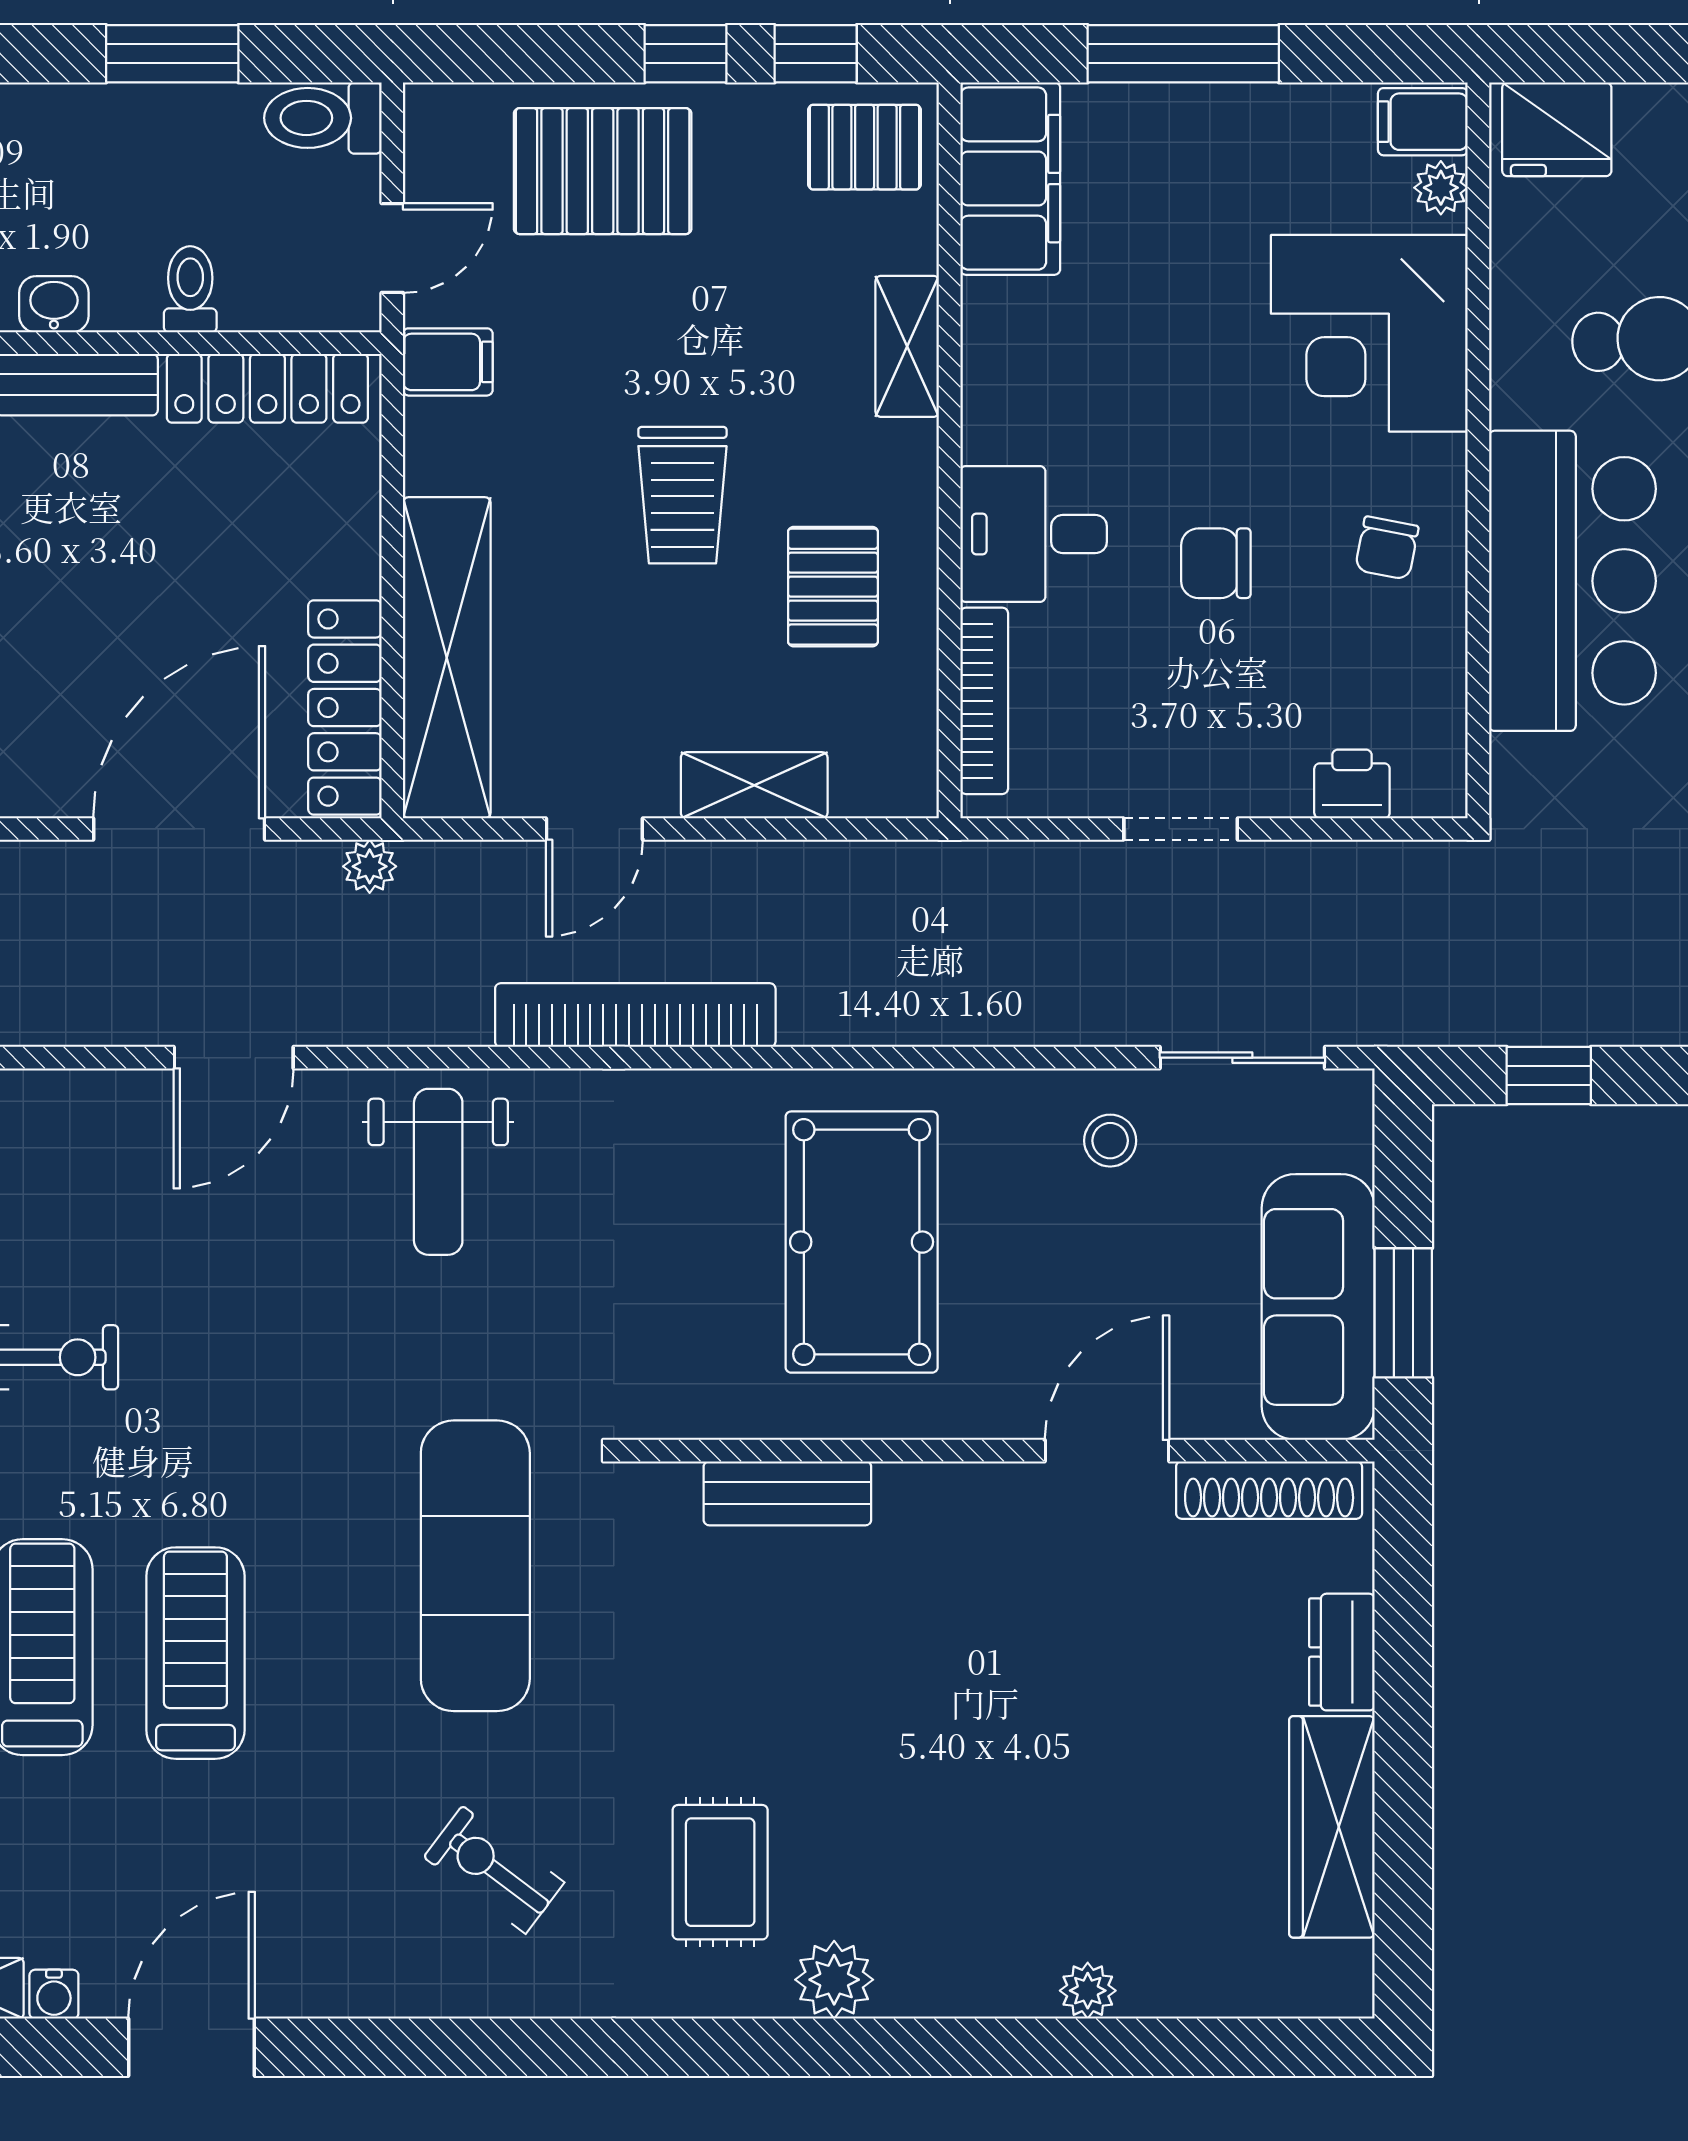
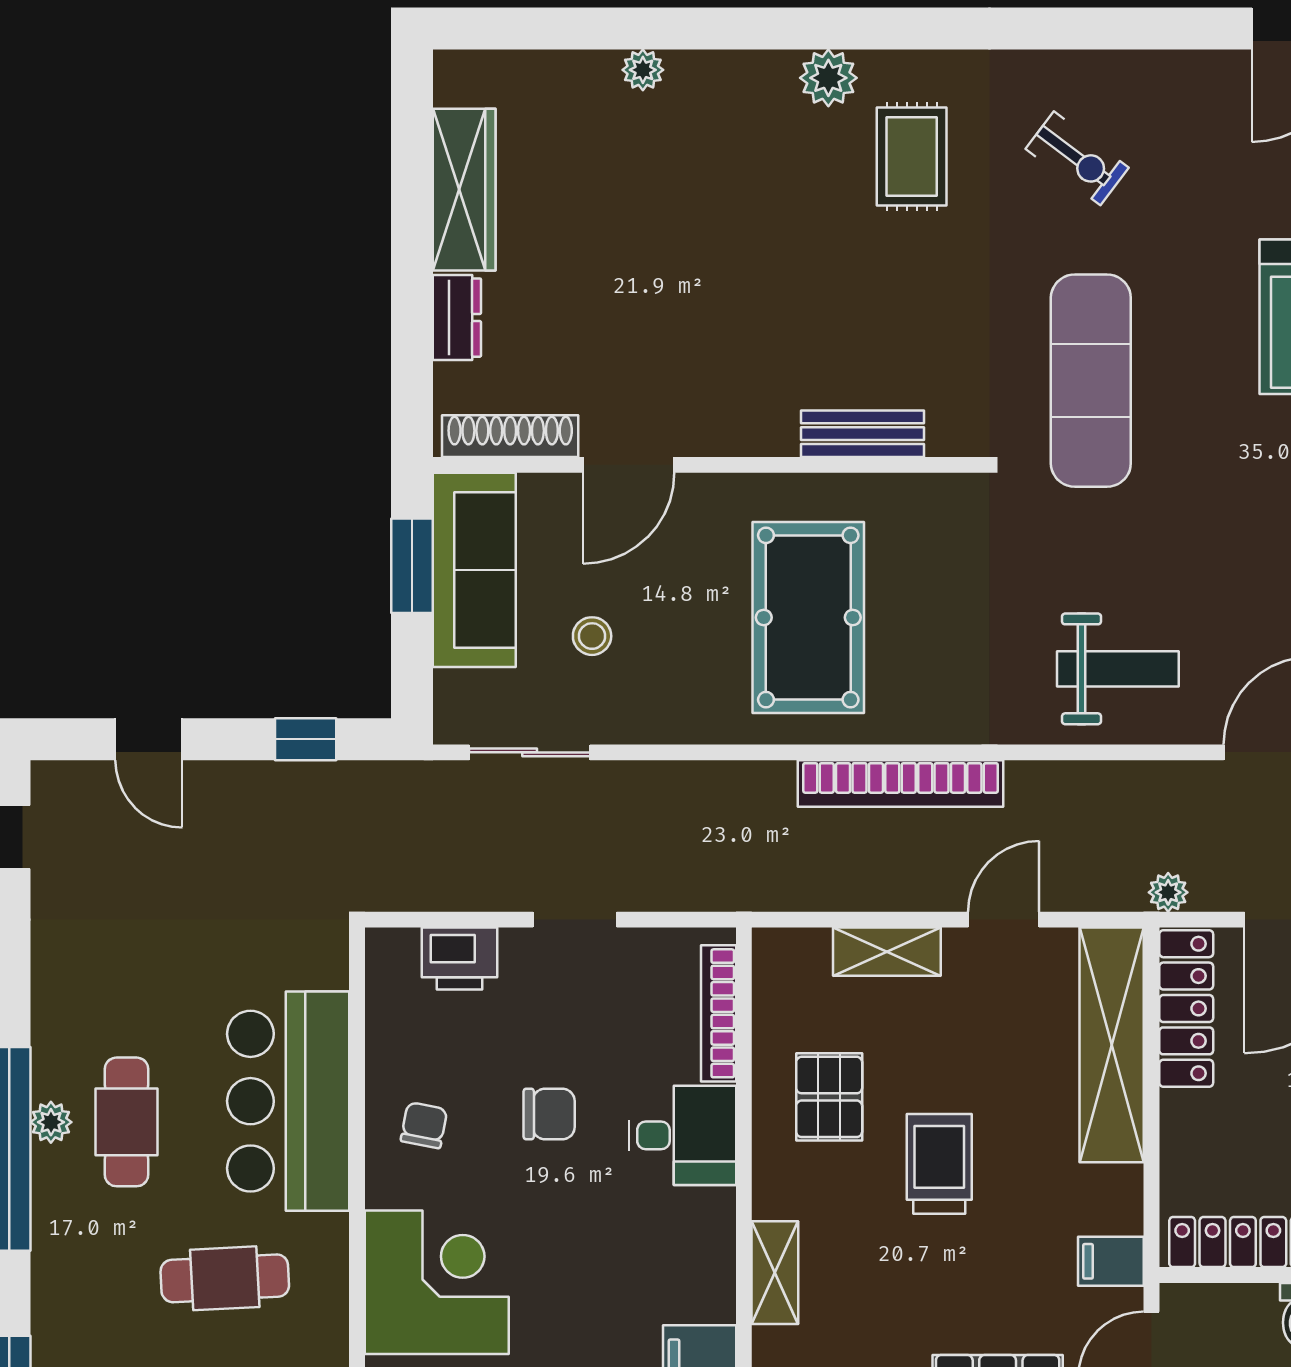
printer: (1352, 784) -> (460, 959), width x1.36, depth x1.24
bookcase: (635, 1015) -> (901, 783), moved
stool: (1110, 1141) -> (592, 636), moved
weight bench: (438, 1172) -> (1118, 669), turned 90

